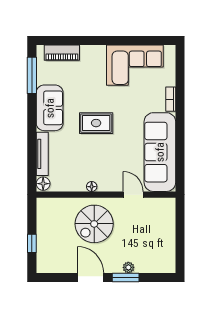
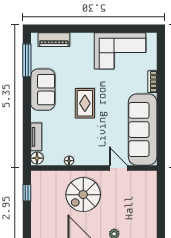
rug: (96, 123) -> (85, 103), turned 90
tv unit: (42, 154) -> (36, 137), width x0.71
floor lamp: (92, 187) -> (69, 161), moved
window: (32, 243) -> (27, 193), moved

